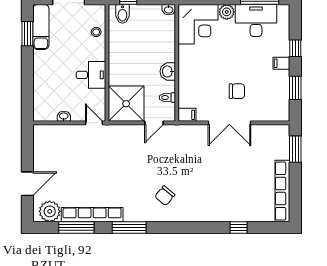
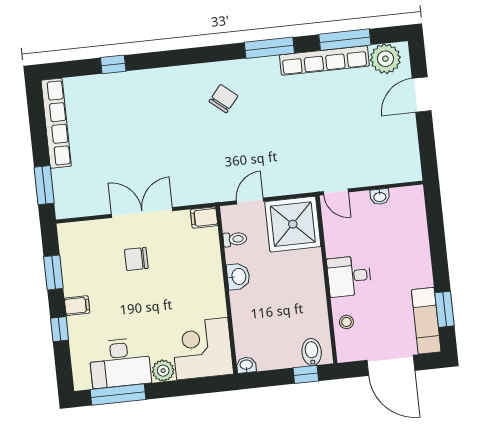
desk: (91, 75) -> (349, 276), moved

